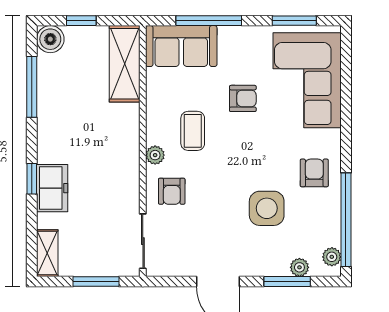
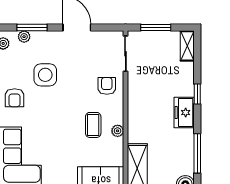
armchair: (243, 98) -> (61, 146), removed
plant: (155, 155) -> (118, 131), moved
freezer: (52, 188) -> (184, 113), moved

